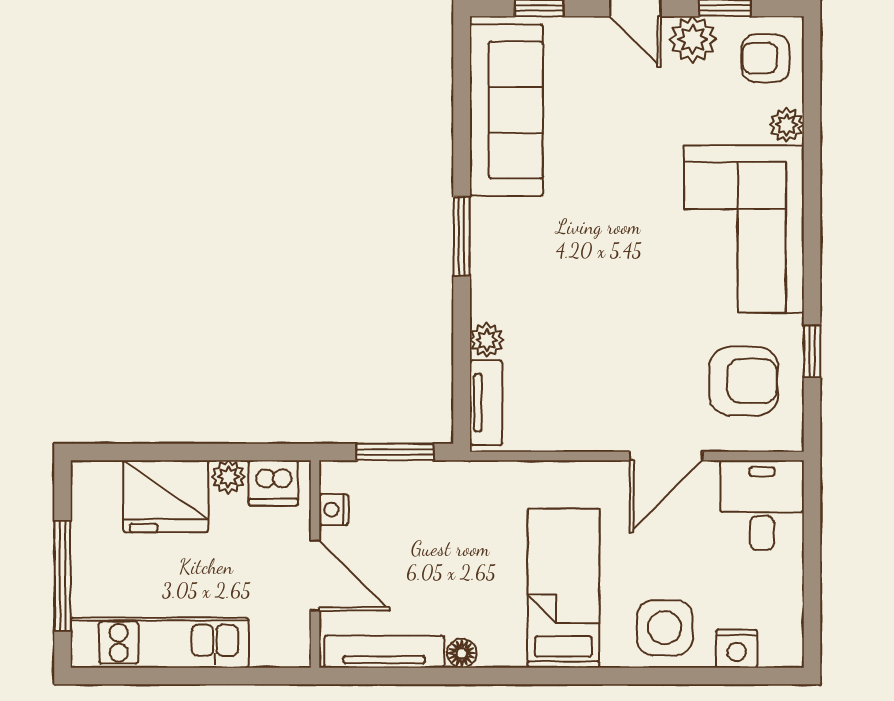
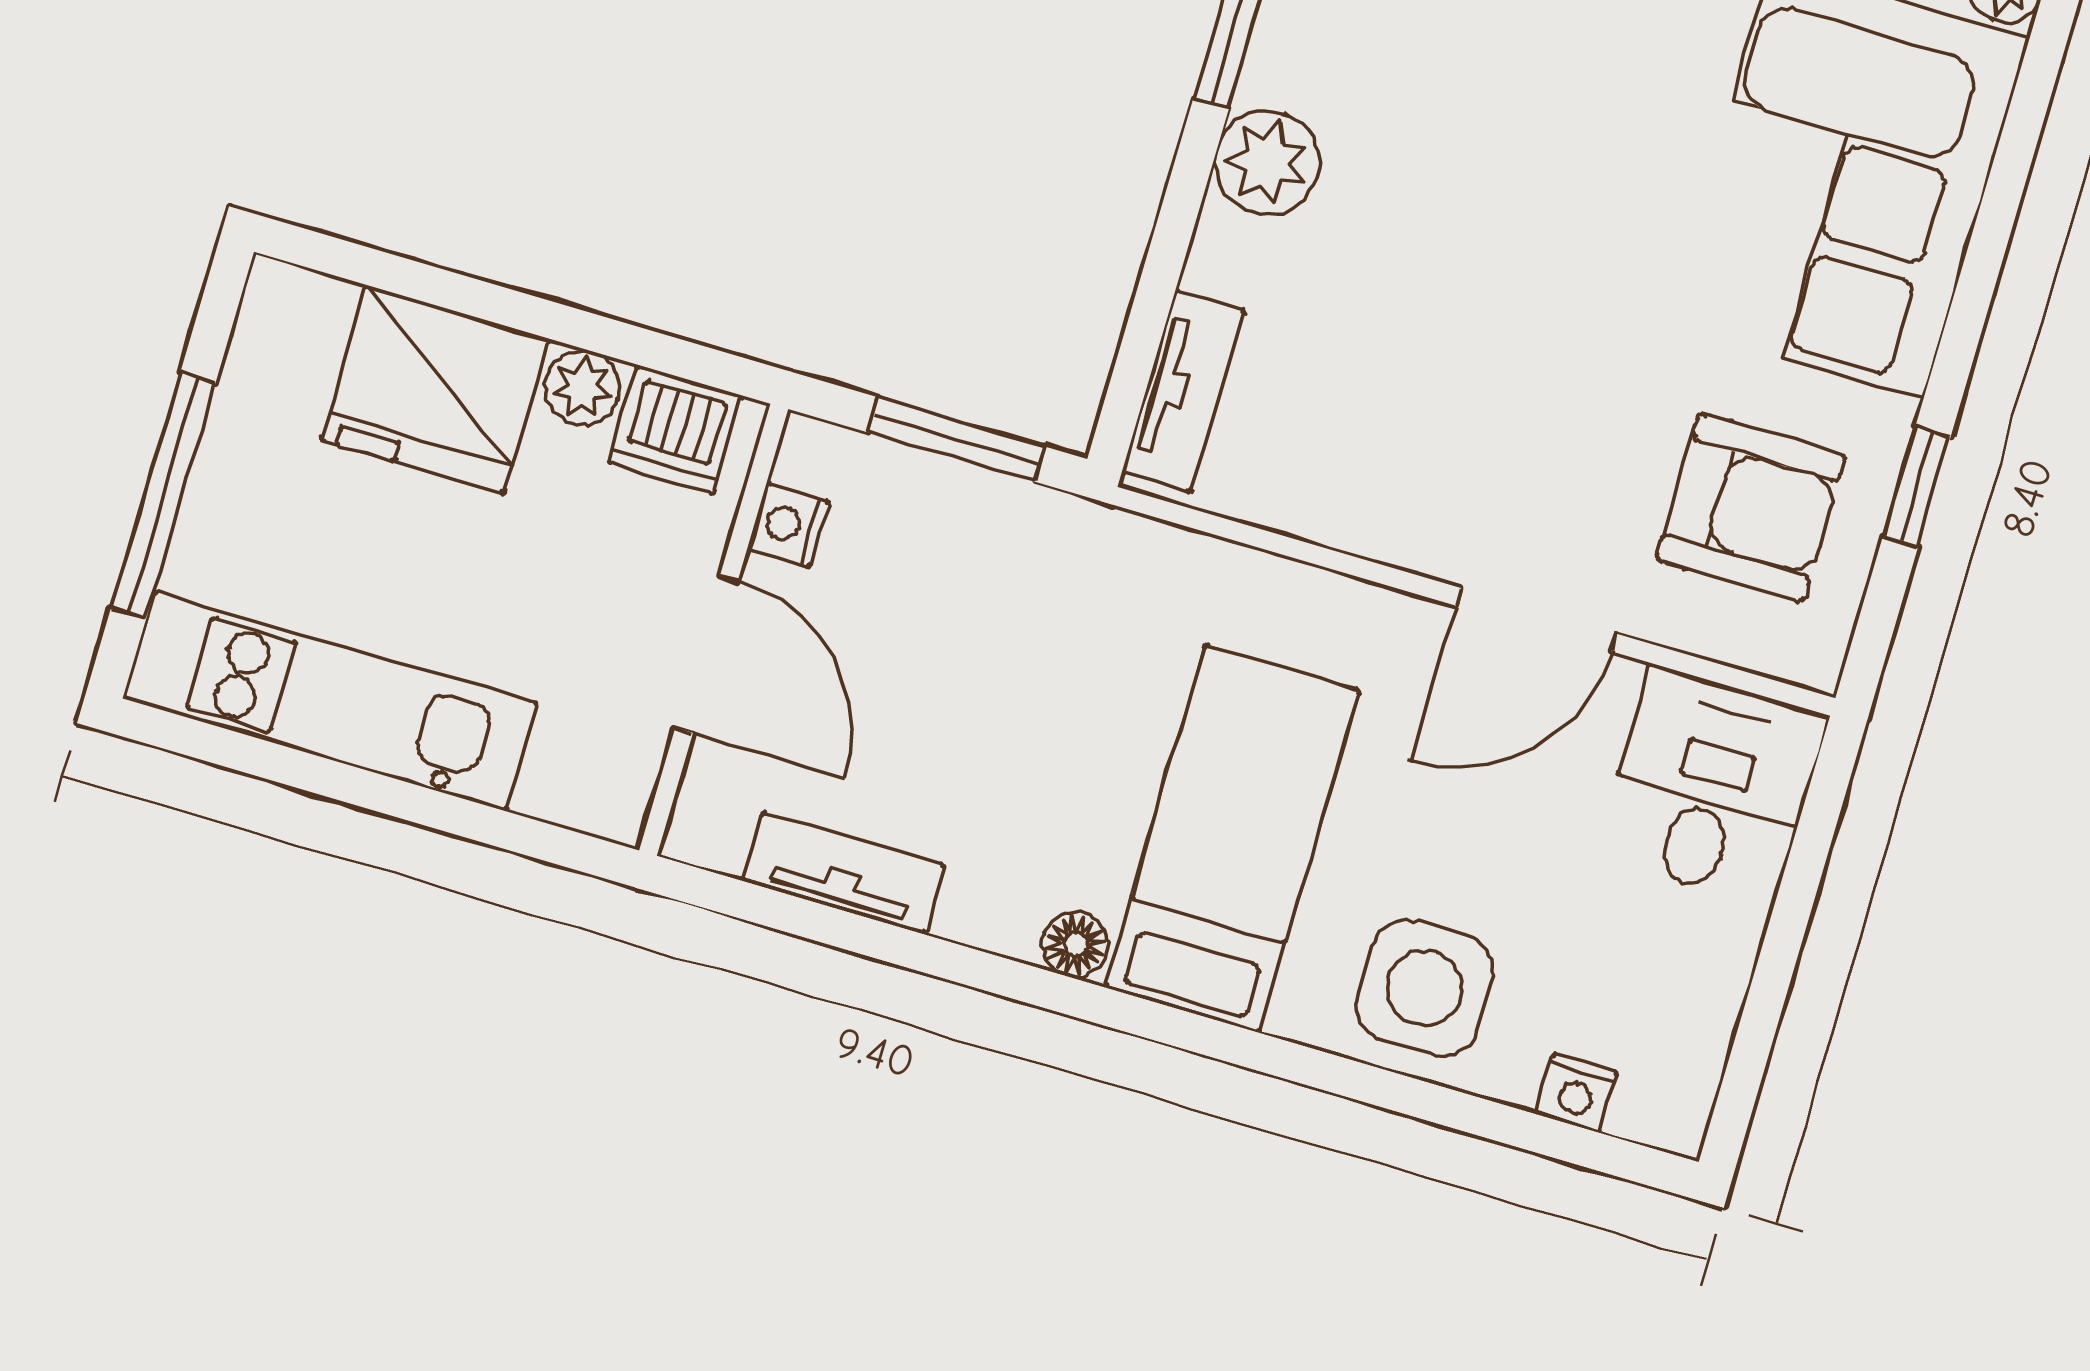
plant: (487, 340) -> (1267, 162), moved, width x1.38, depth x1.38
nightstand: (737, 649) -> (1576, 1093), width x0.72, depth x0.74
tv unit: (384, 652) -> (844, 873), width x0.71
floor lamp: (462, 653) -> (1076, 945), moved

